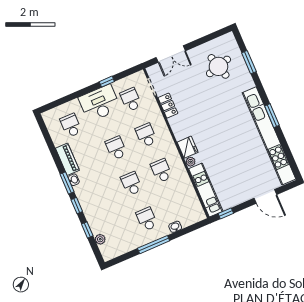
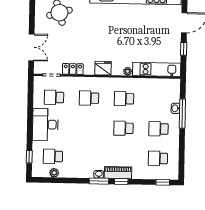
window: (107, 82) -> (29, 157), moved
fridge: (188, 147) -> (103, 68), moved
school desk: (116, 148) -> (158, 158), moved
piano: (67, 159) -> (118, 173), moved
window: (226, 213) -> (184, 49), moved
window: (87, 230) -> (163, 182), moved
plant: (100, 239) -> (54, 173), moved
window: (154, 245) -> (182, 114), moved

